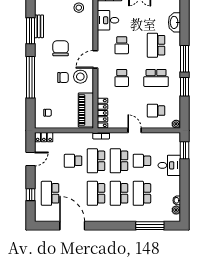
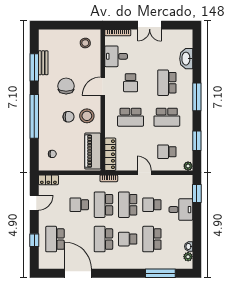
door: (95, 59) -> (103, 86), moved
school desk: (122, 78) -> (131, 117), width x1.85
window: (184, 87) -> (197, 141), moved
school desk: (119, 193) -> (128, 239), width x0.54

